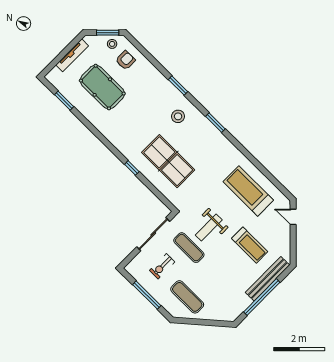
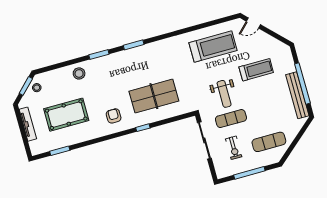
armchair: (125, 60) -> (114, 116), moved
stool: (178, 116) -> (79, 73), moved
window: (215, 123) -> (134, 45), moved
treadmill: (248, 191) -> (213, 47), turned 180
bench: (268, 279) -> (297, 95), moved

